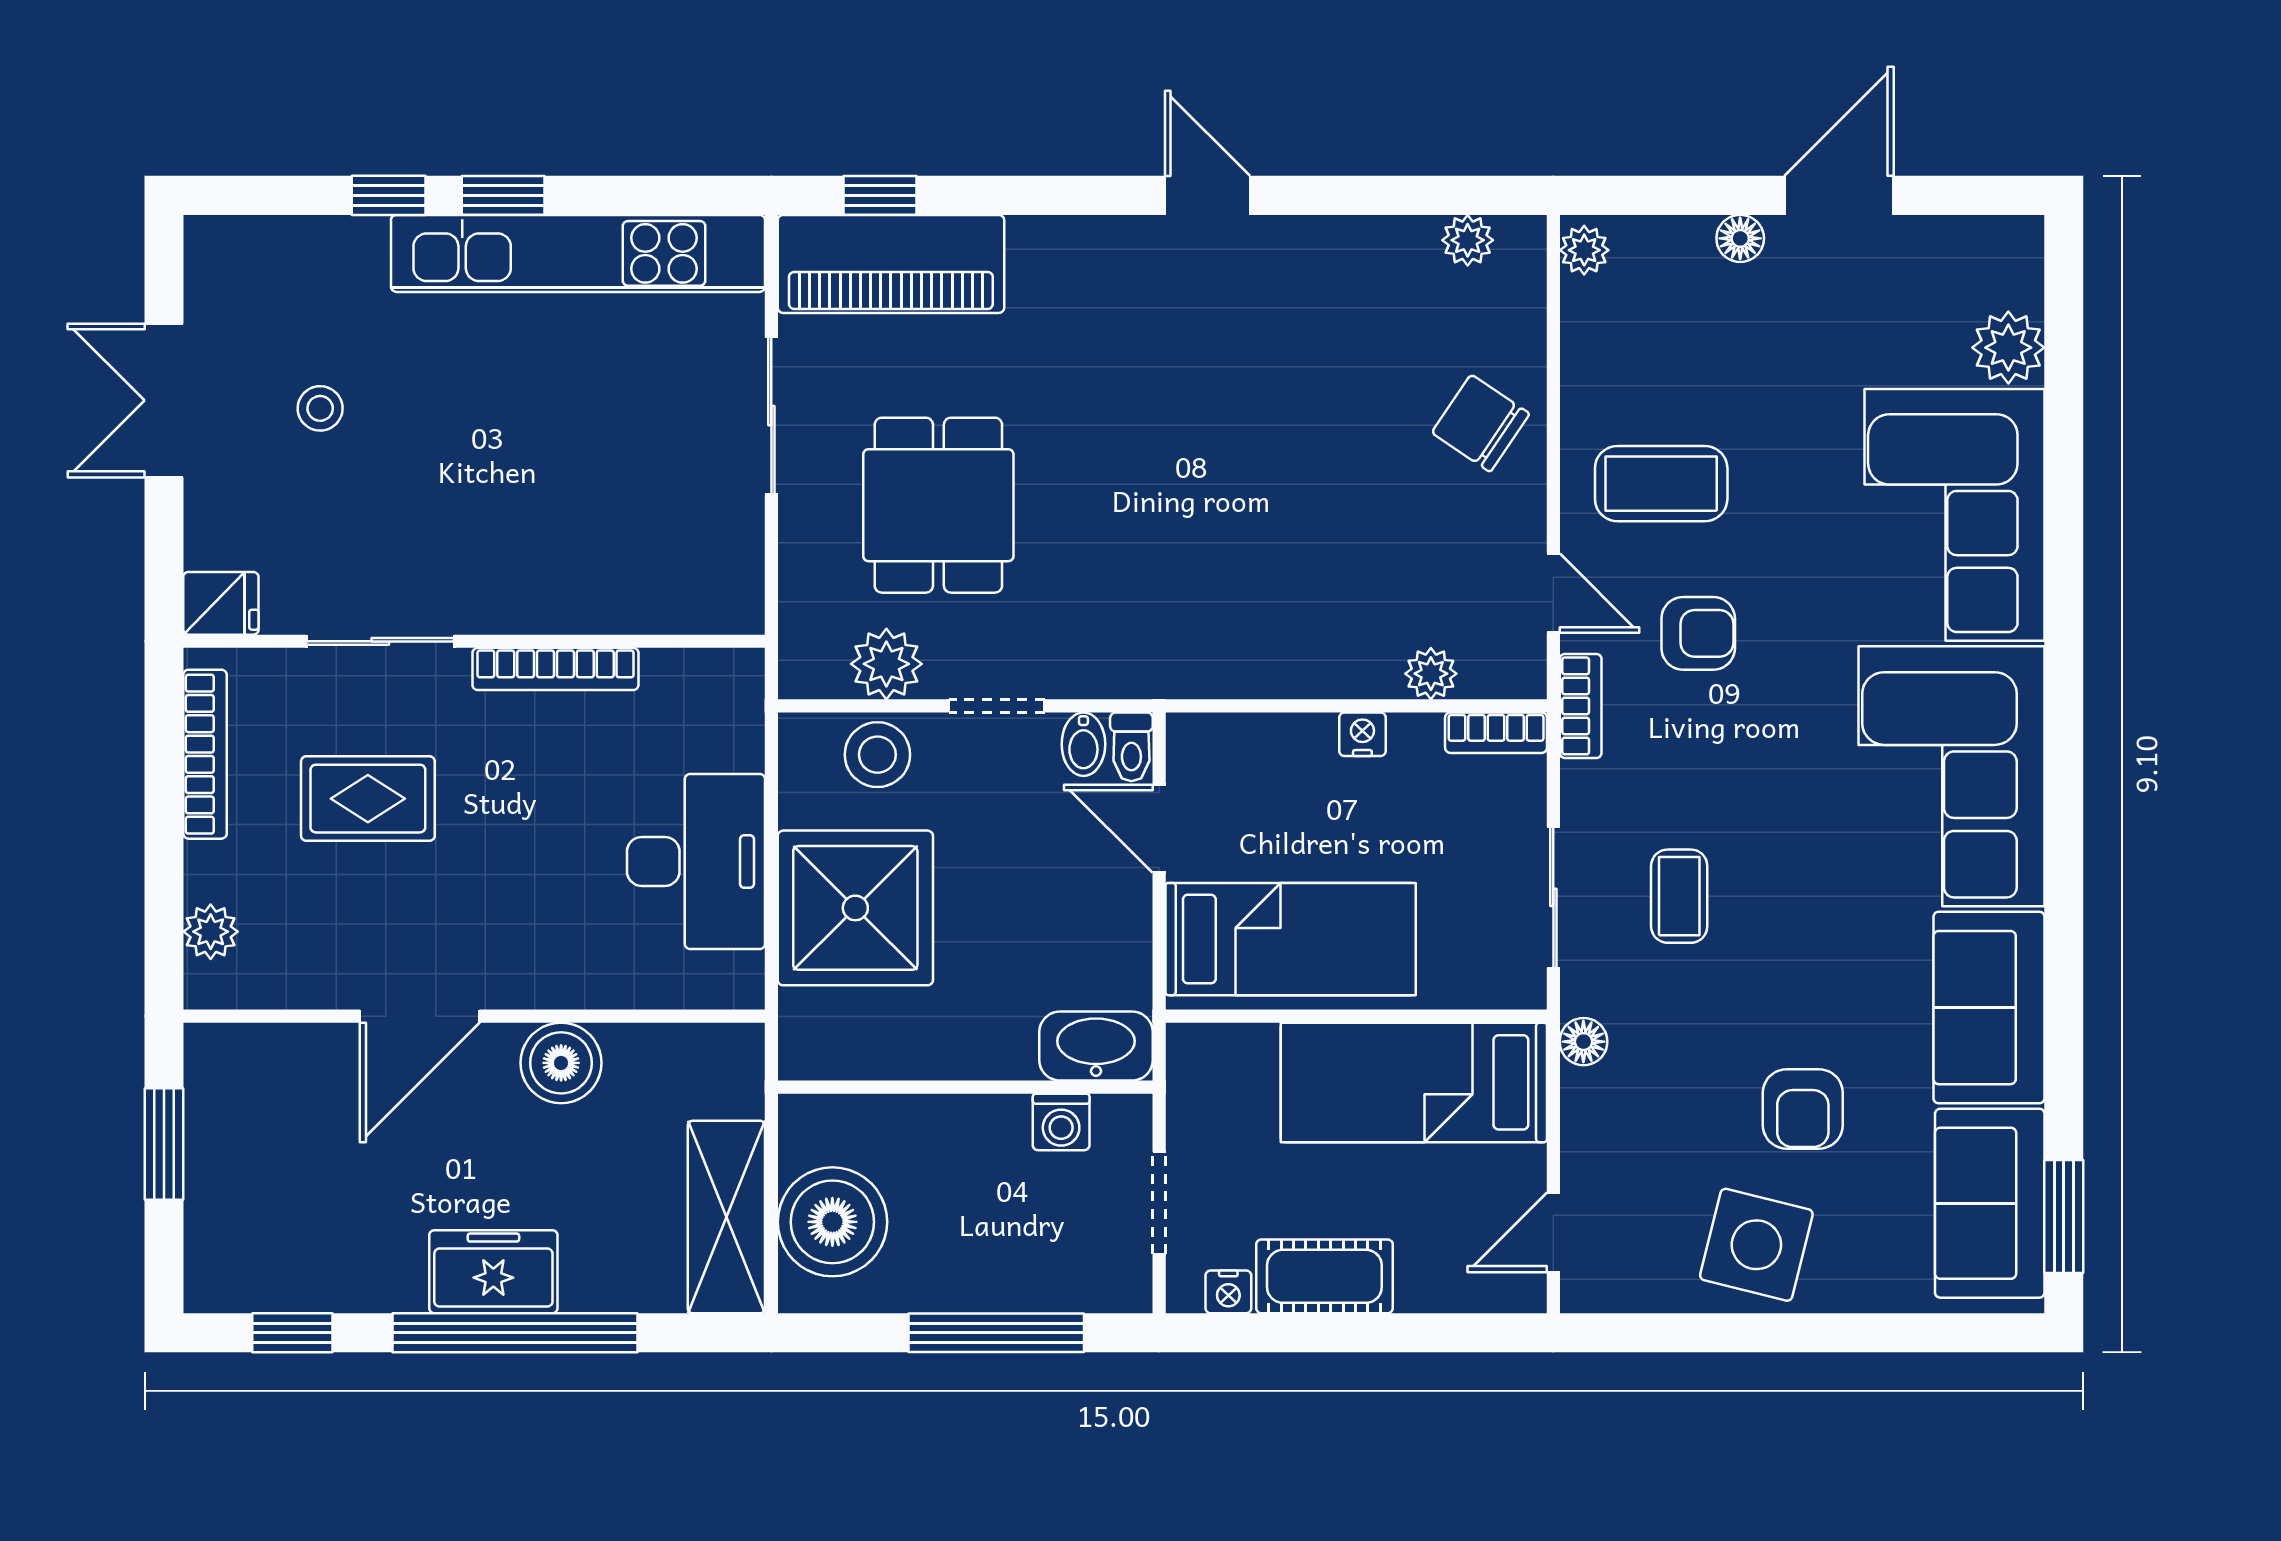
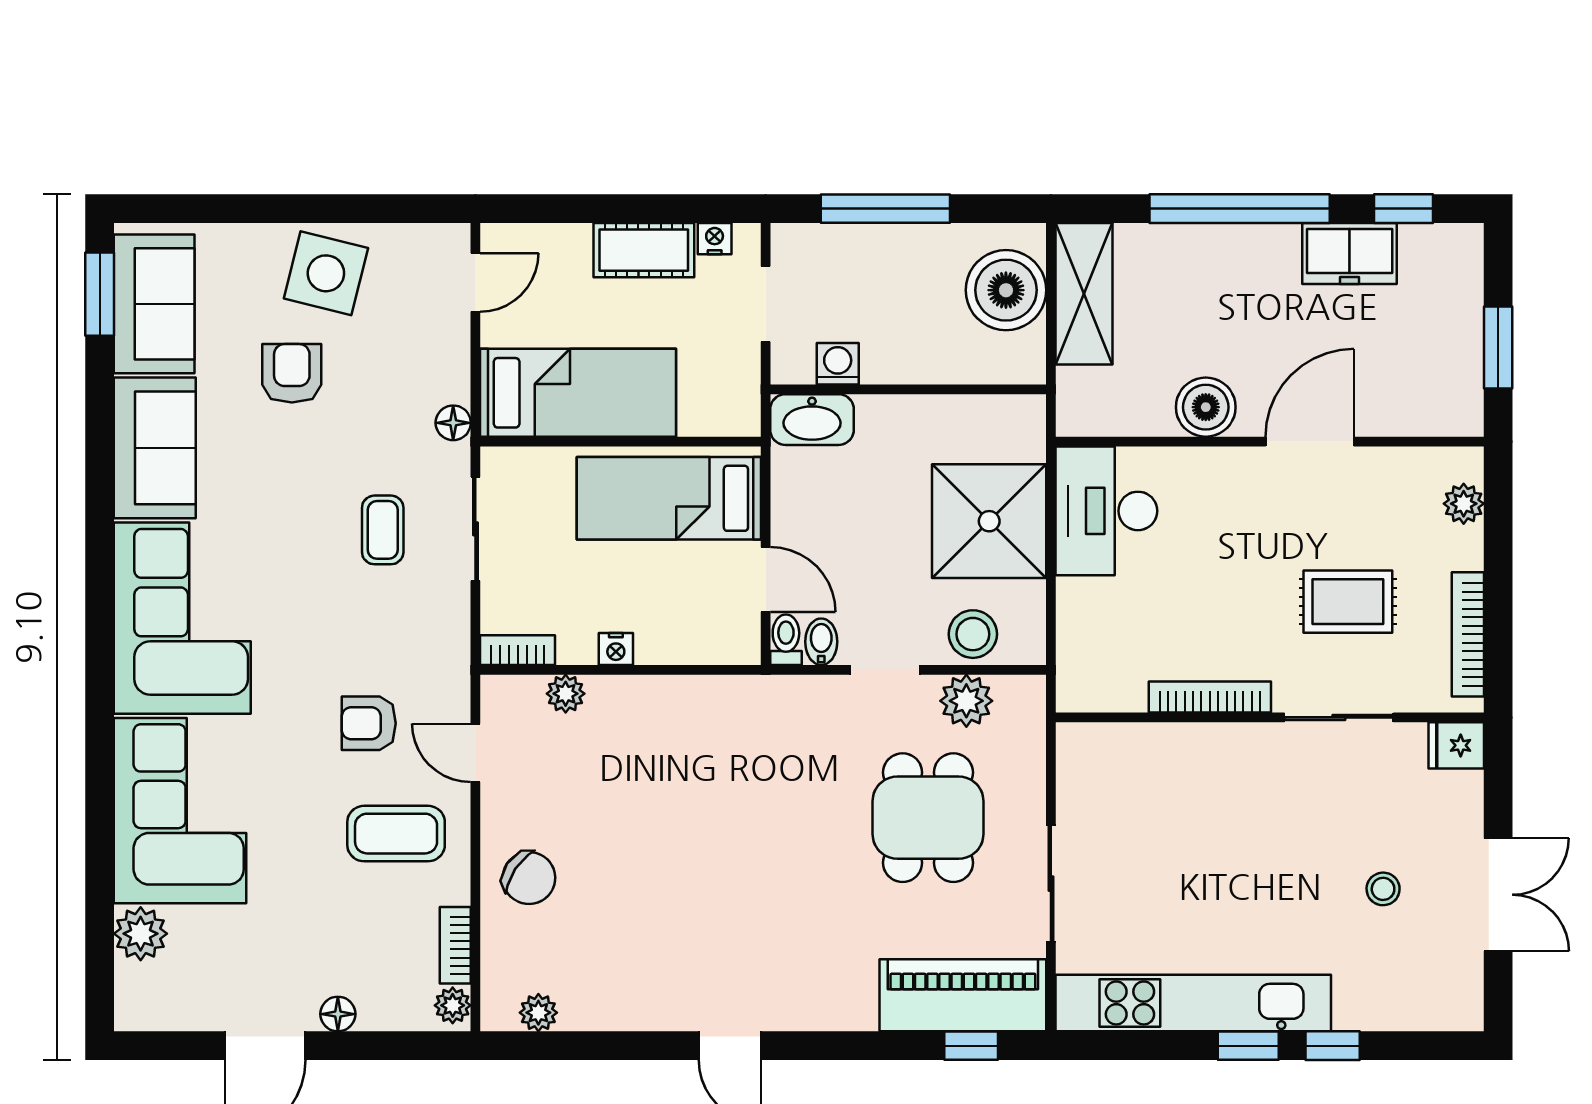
bookcase: (1581, 706) -> (455, 945), moved
desk: (696, 861) -> (1106, 511), moved
freezer: (493, 1272) -> (1350, 253), moved

